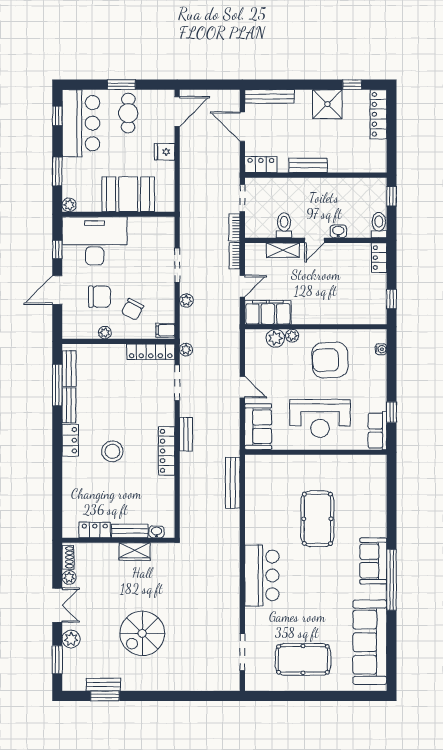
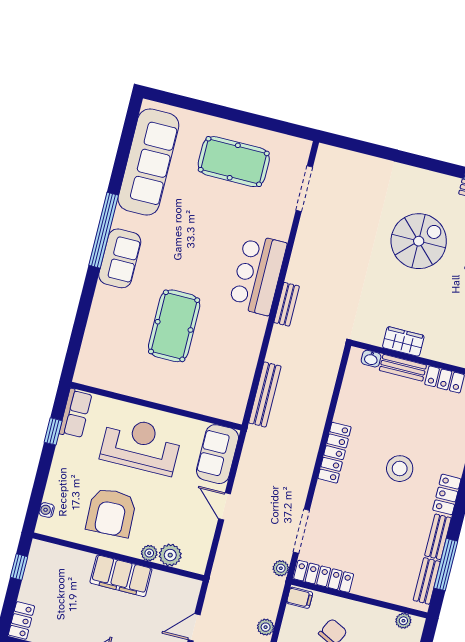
filing cabinet: (268, 312) -> (121, 576), moved
plant: (105, 333) -> (403, 621), moved
armchair: (330, 360) -> (111, 512), turned 91
bench: (186, 434) -> (287, 304), moved

